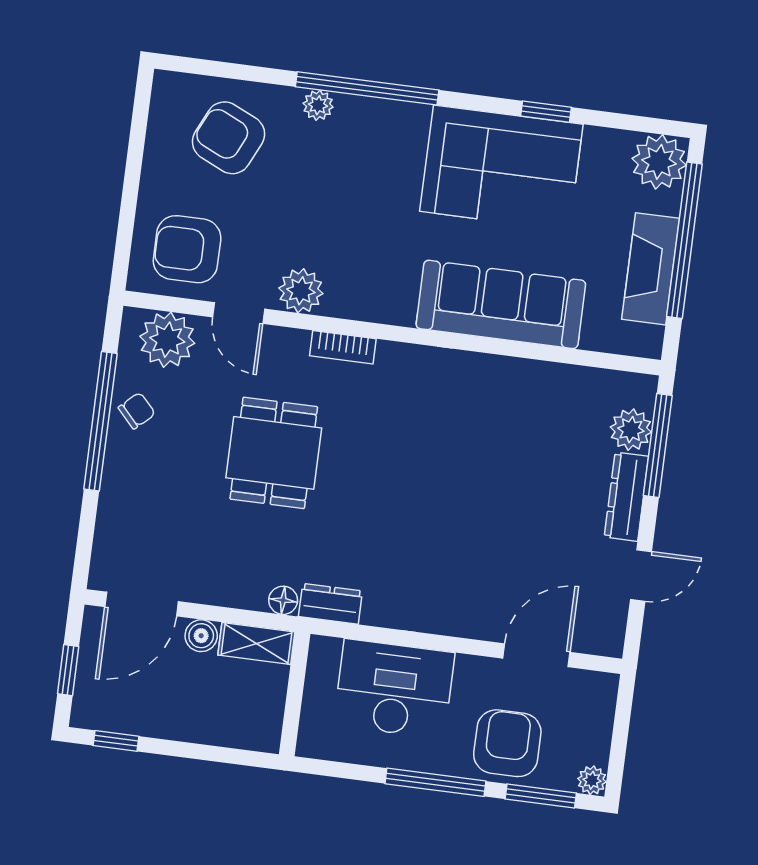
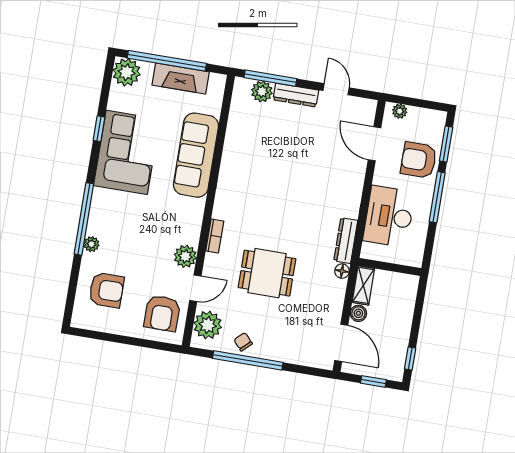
armchair: (229, 138) -> (106, 290), turned -115
dresser: (330, 604) -> (346, 241), width x1.44
plant: (592, 780) -> (400, 111), moved

